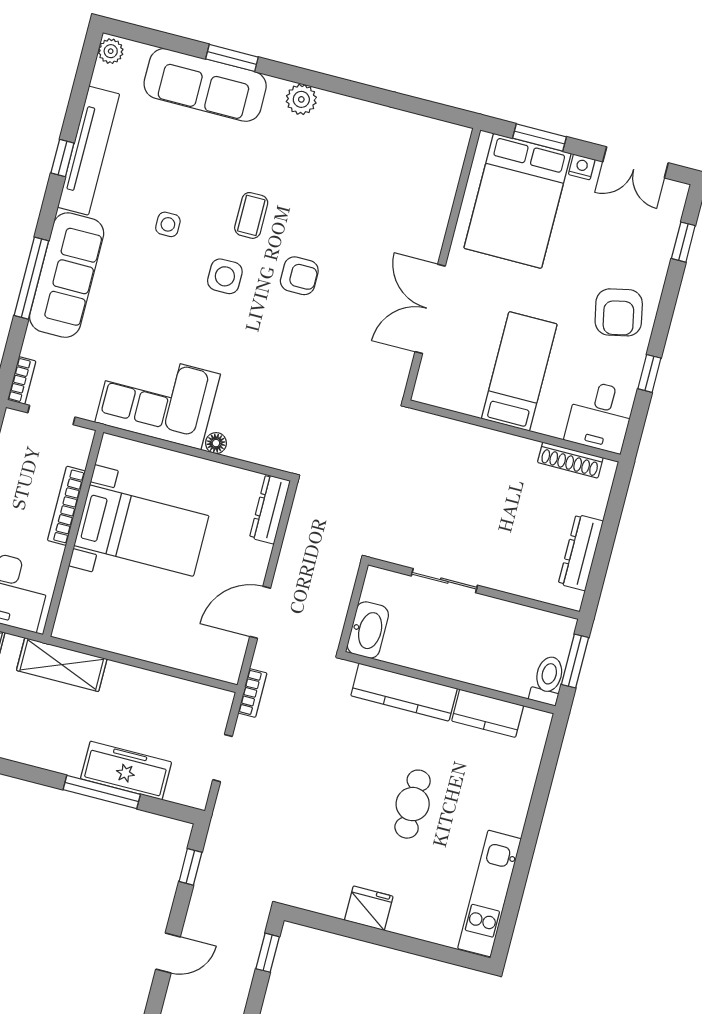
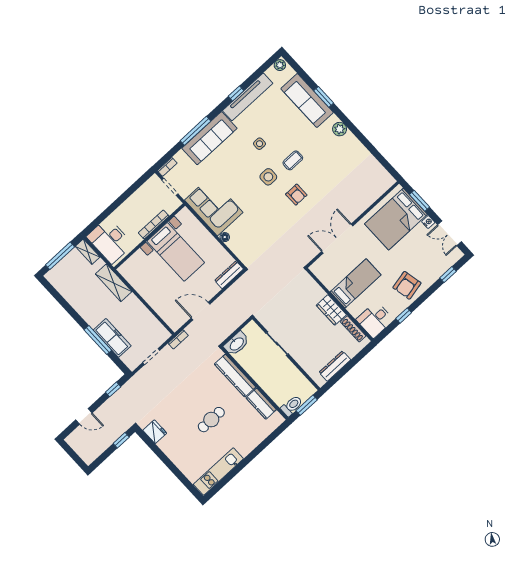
wardrobe: (506, 451) -> (331, 310), added
fridge: (369, 908) -> (155, 432), moved

